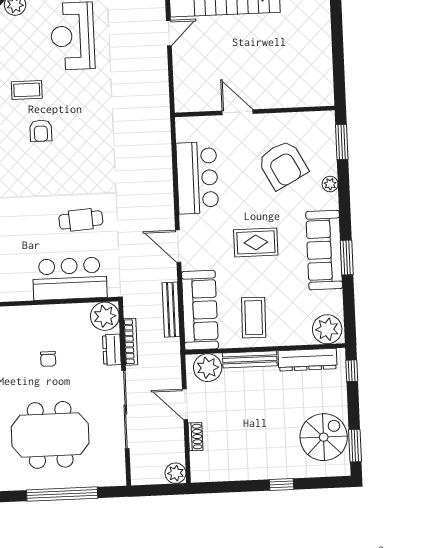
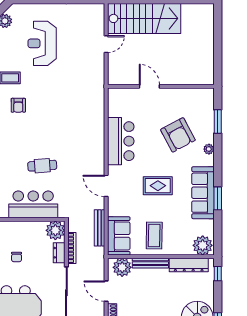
door: (238, 112) -> (149, 86), moved
wall: (255, 112) -> (161, 86), moved
sofa: (200, 310) -> (119, 236), width x0.73

